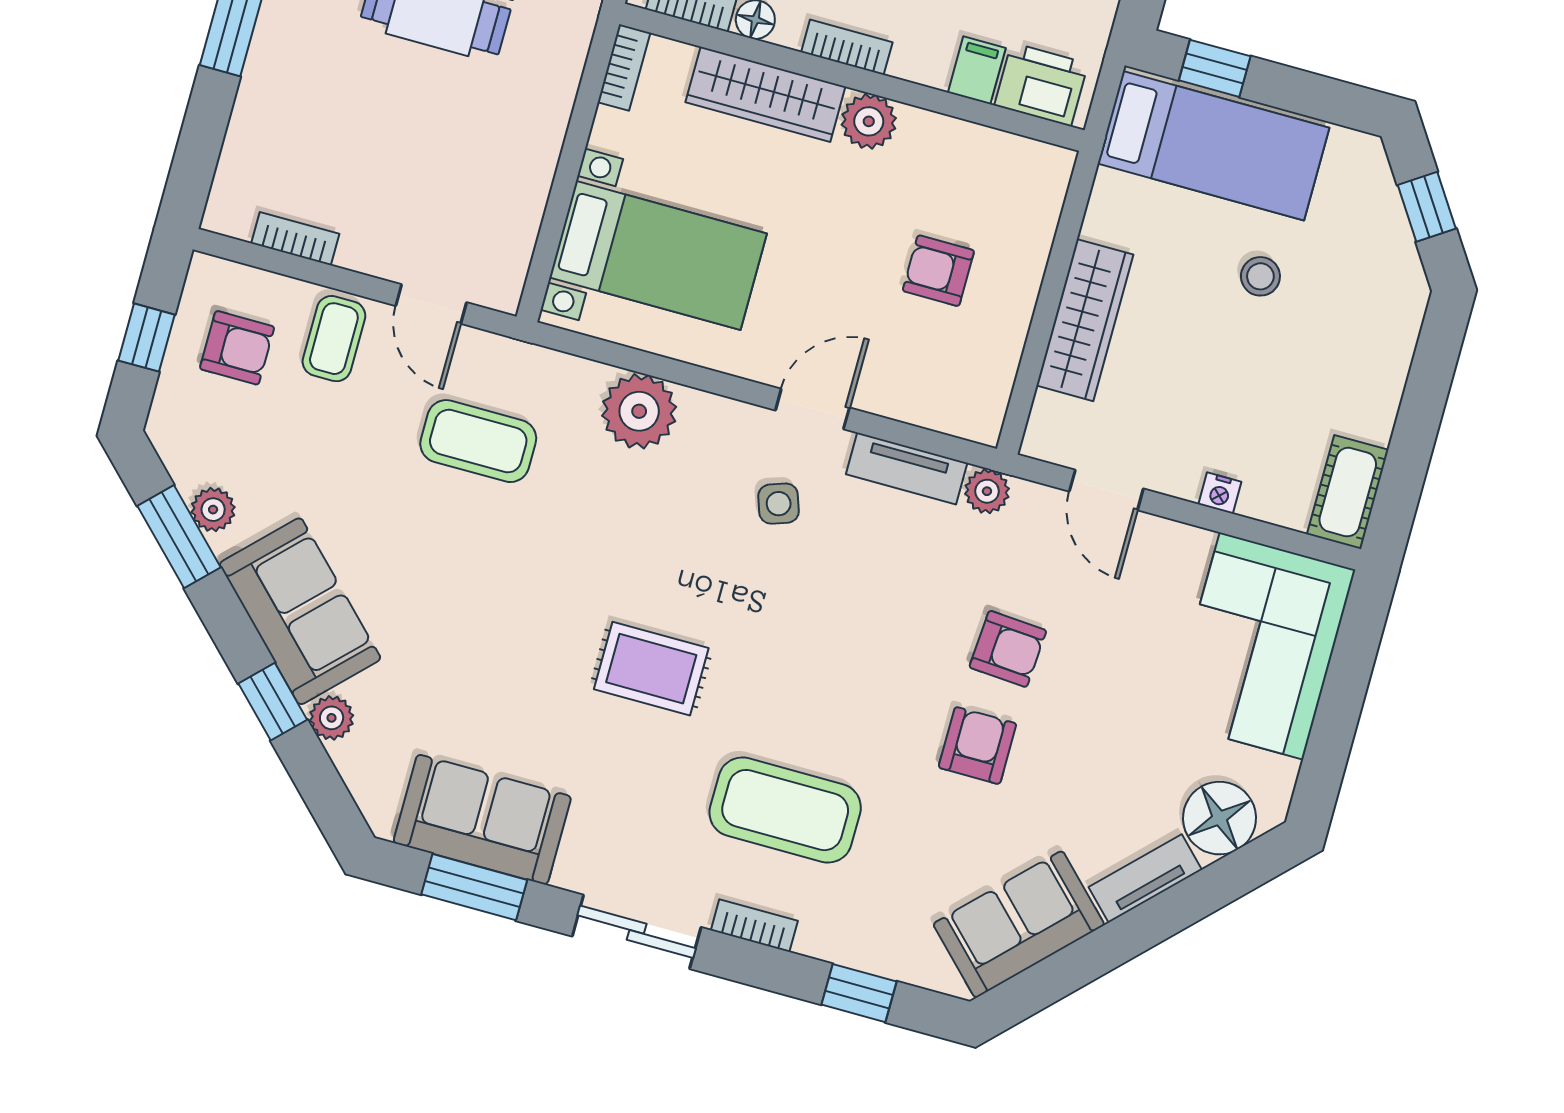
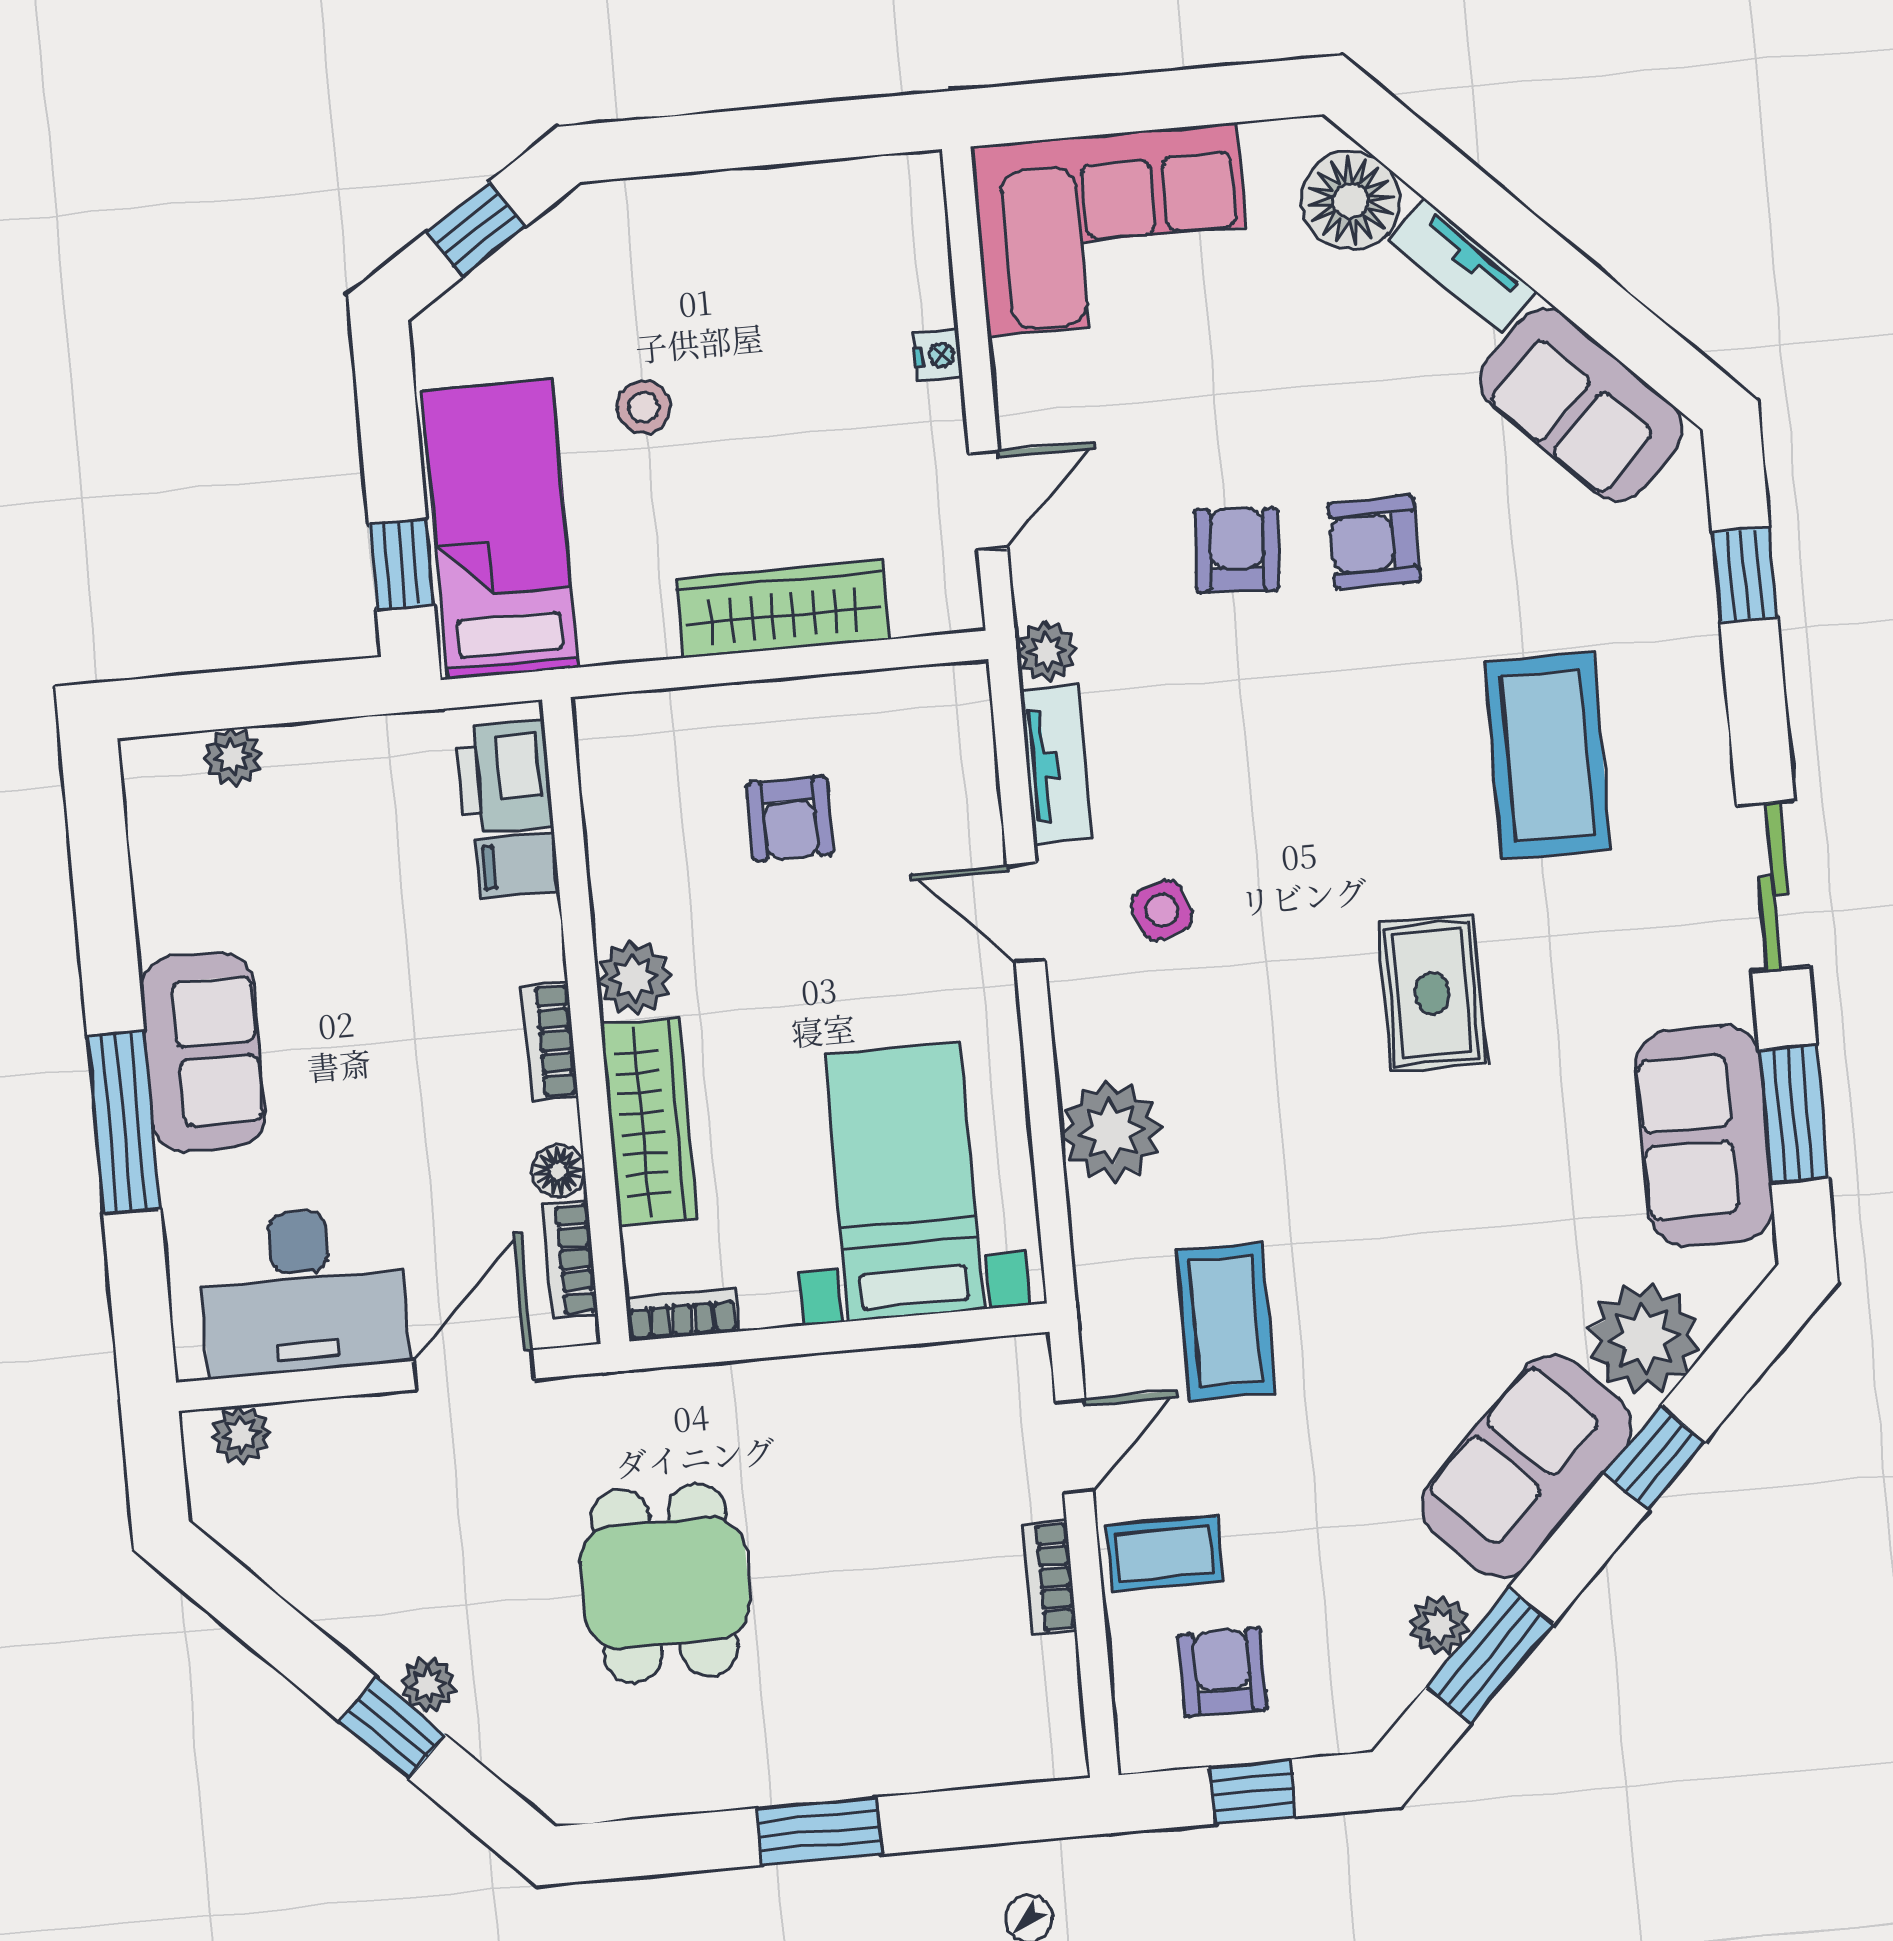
bookcase: (295, 239) -> (1050, 1578), moved
cot: (1348, 492) -> (876, 193), removed
plant: (332, 718) -> (1644, 1338), width x1.88, depth x1.88
bookcase: (754, 926) -> (1709, 740), removed

